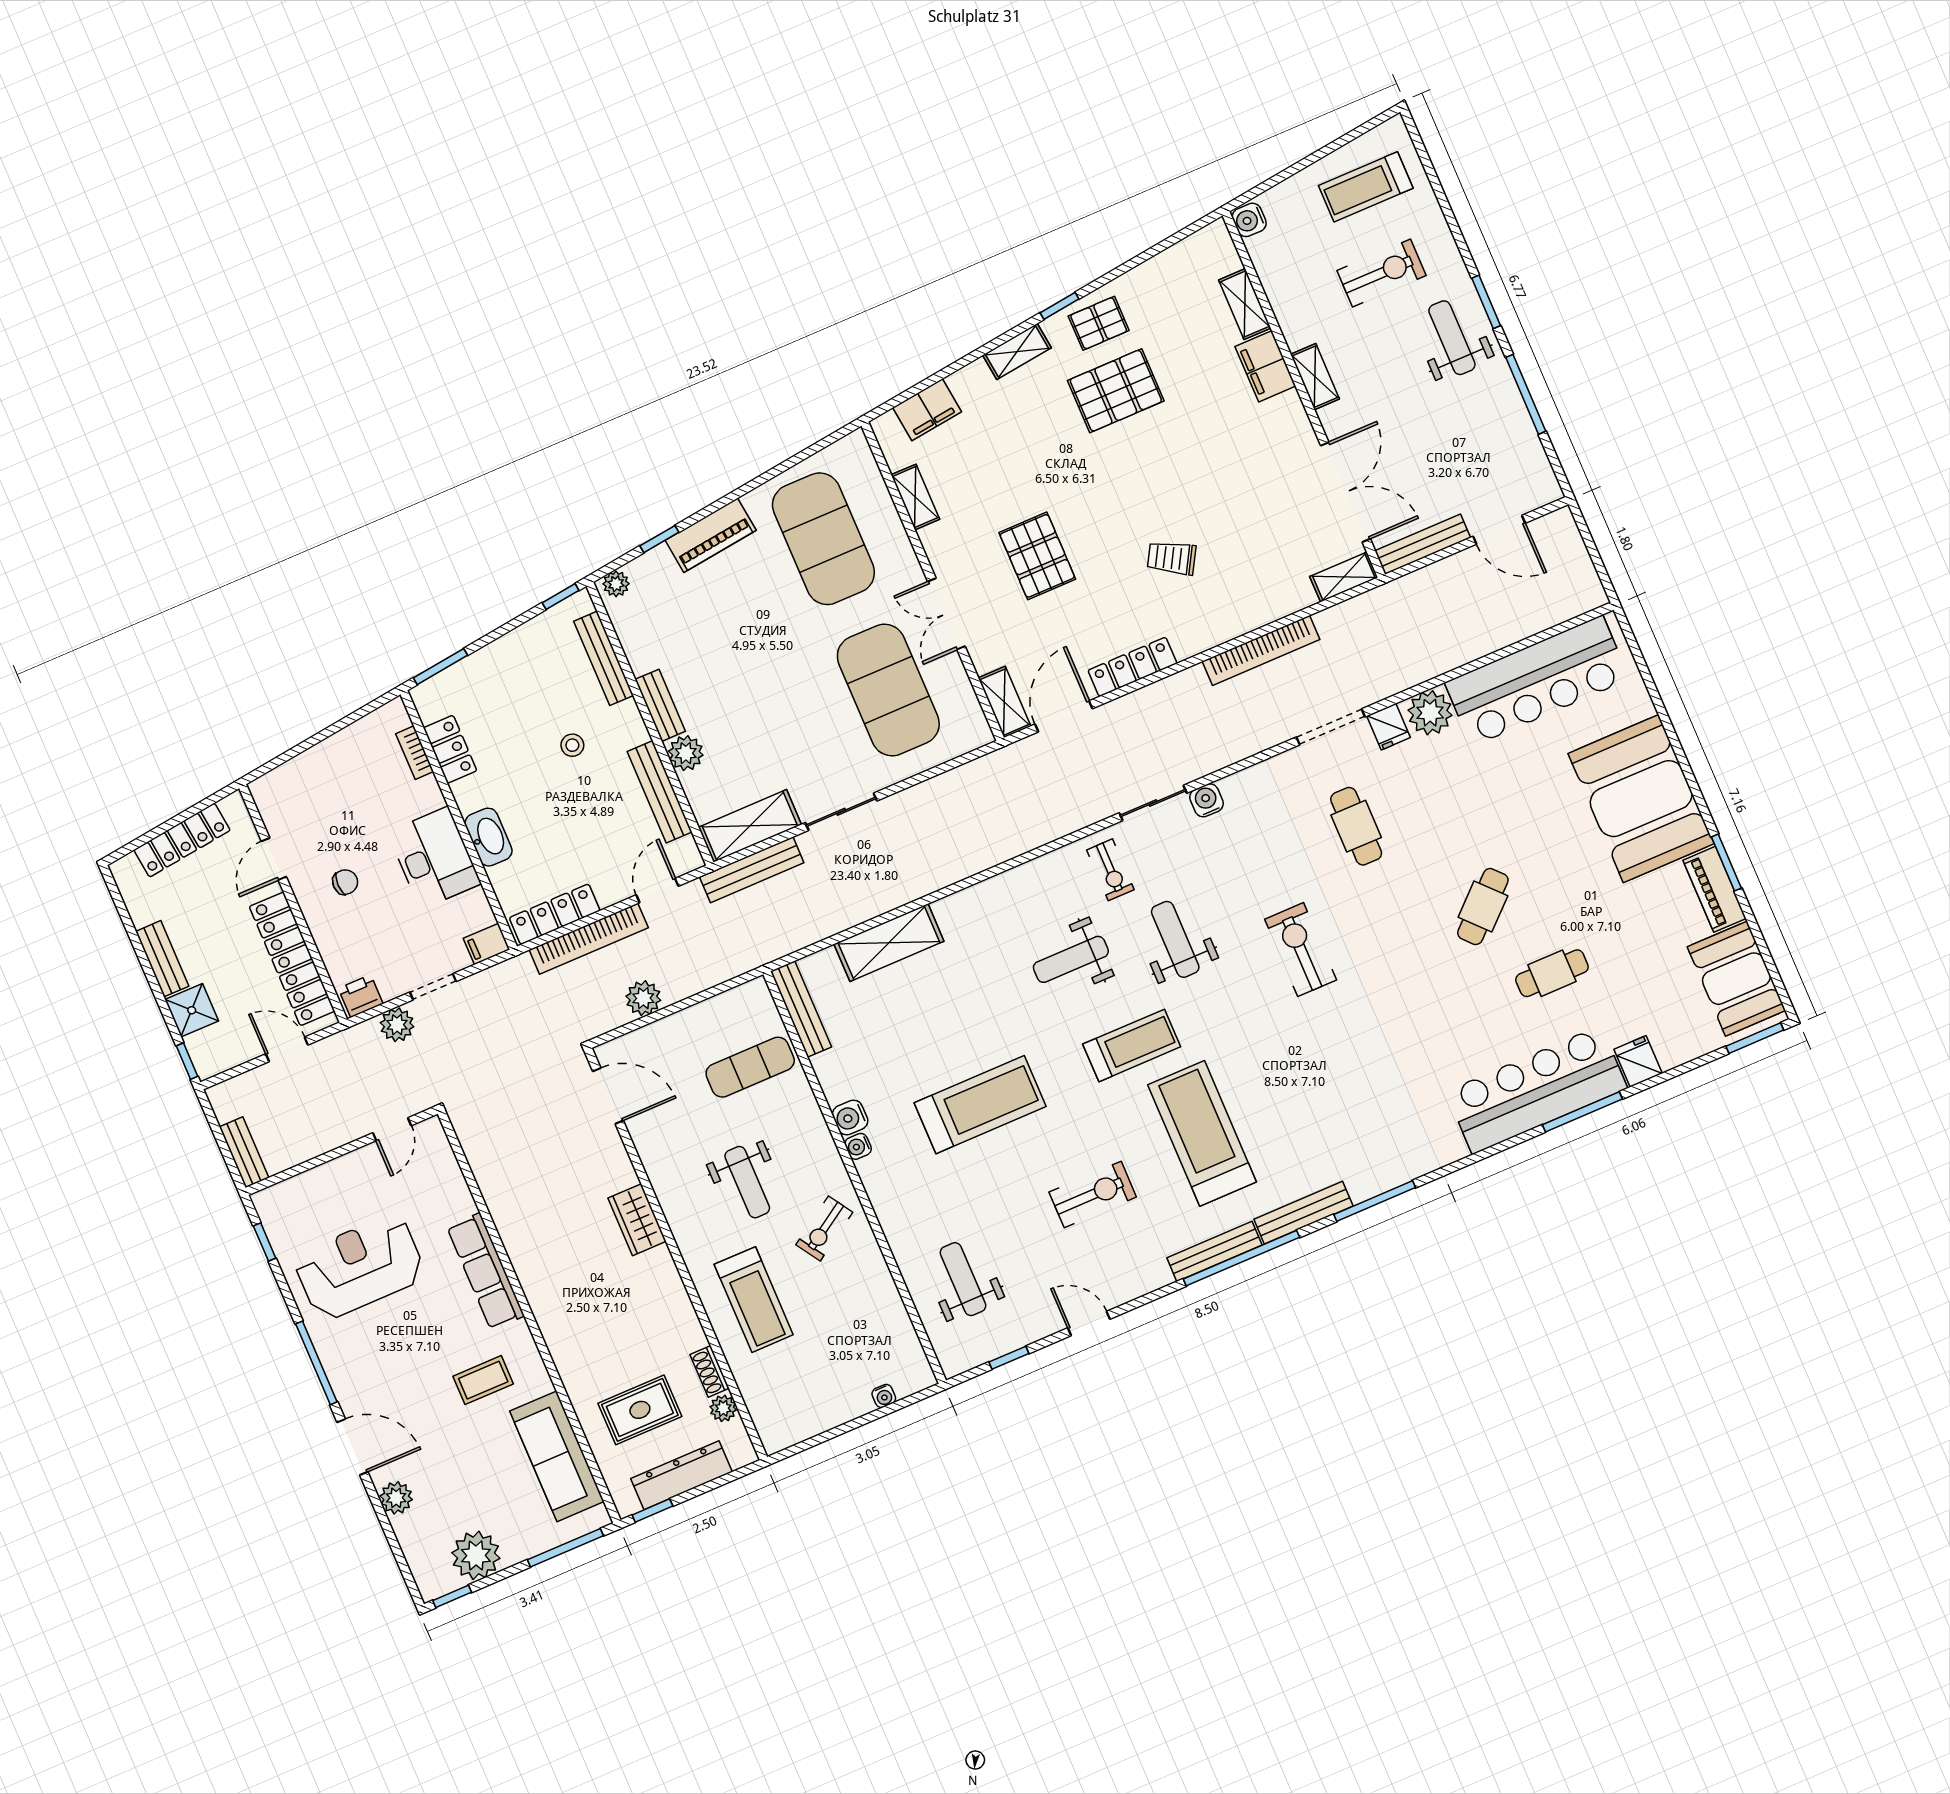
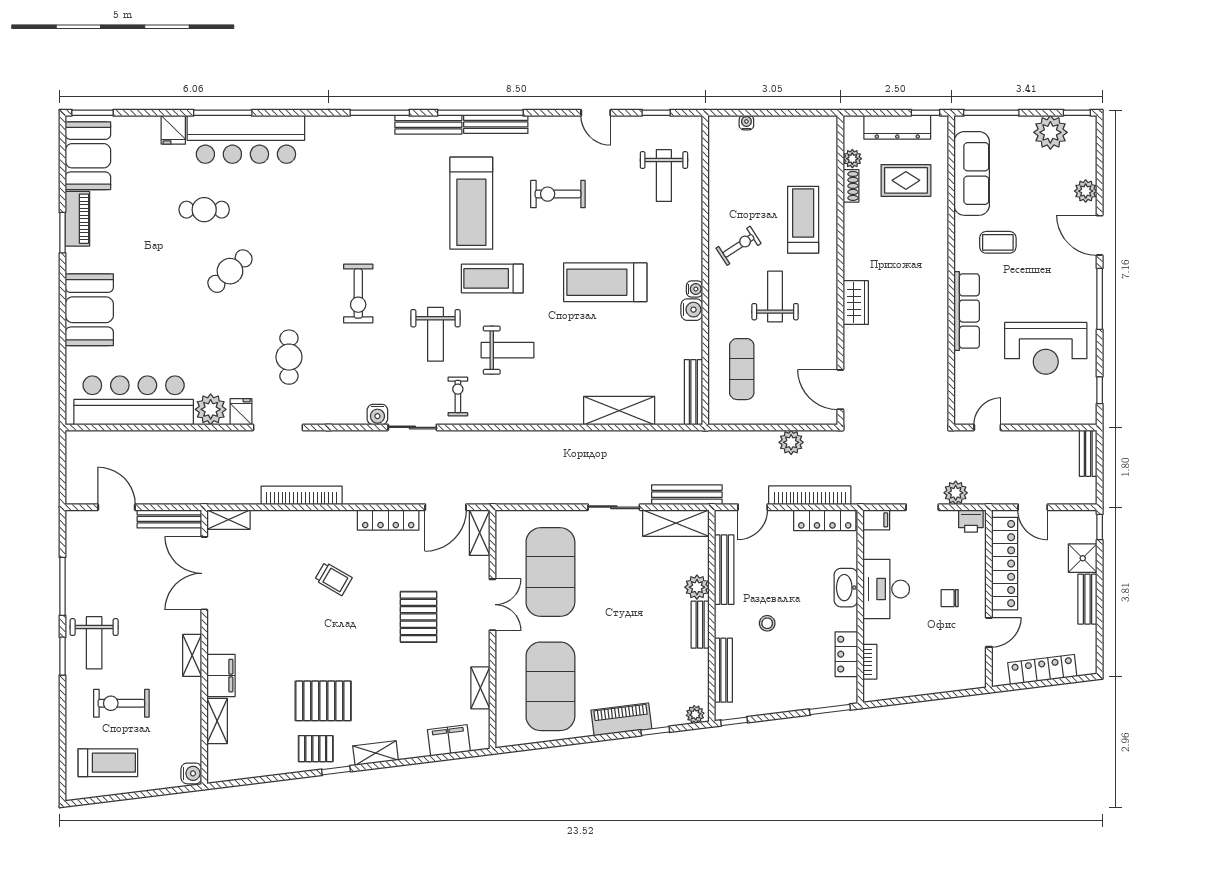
booth: (1641, 799) -> (89, 310), width x0.73, depth x0.70
exercise mat: (750, 1067) -> (742, 369), turned 90

